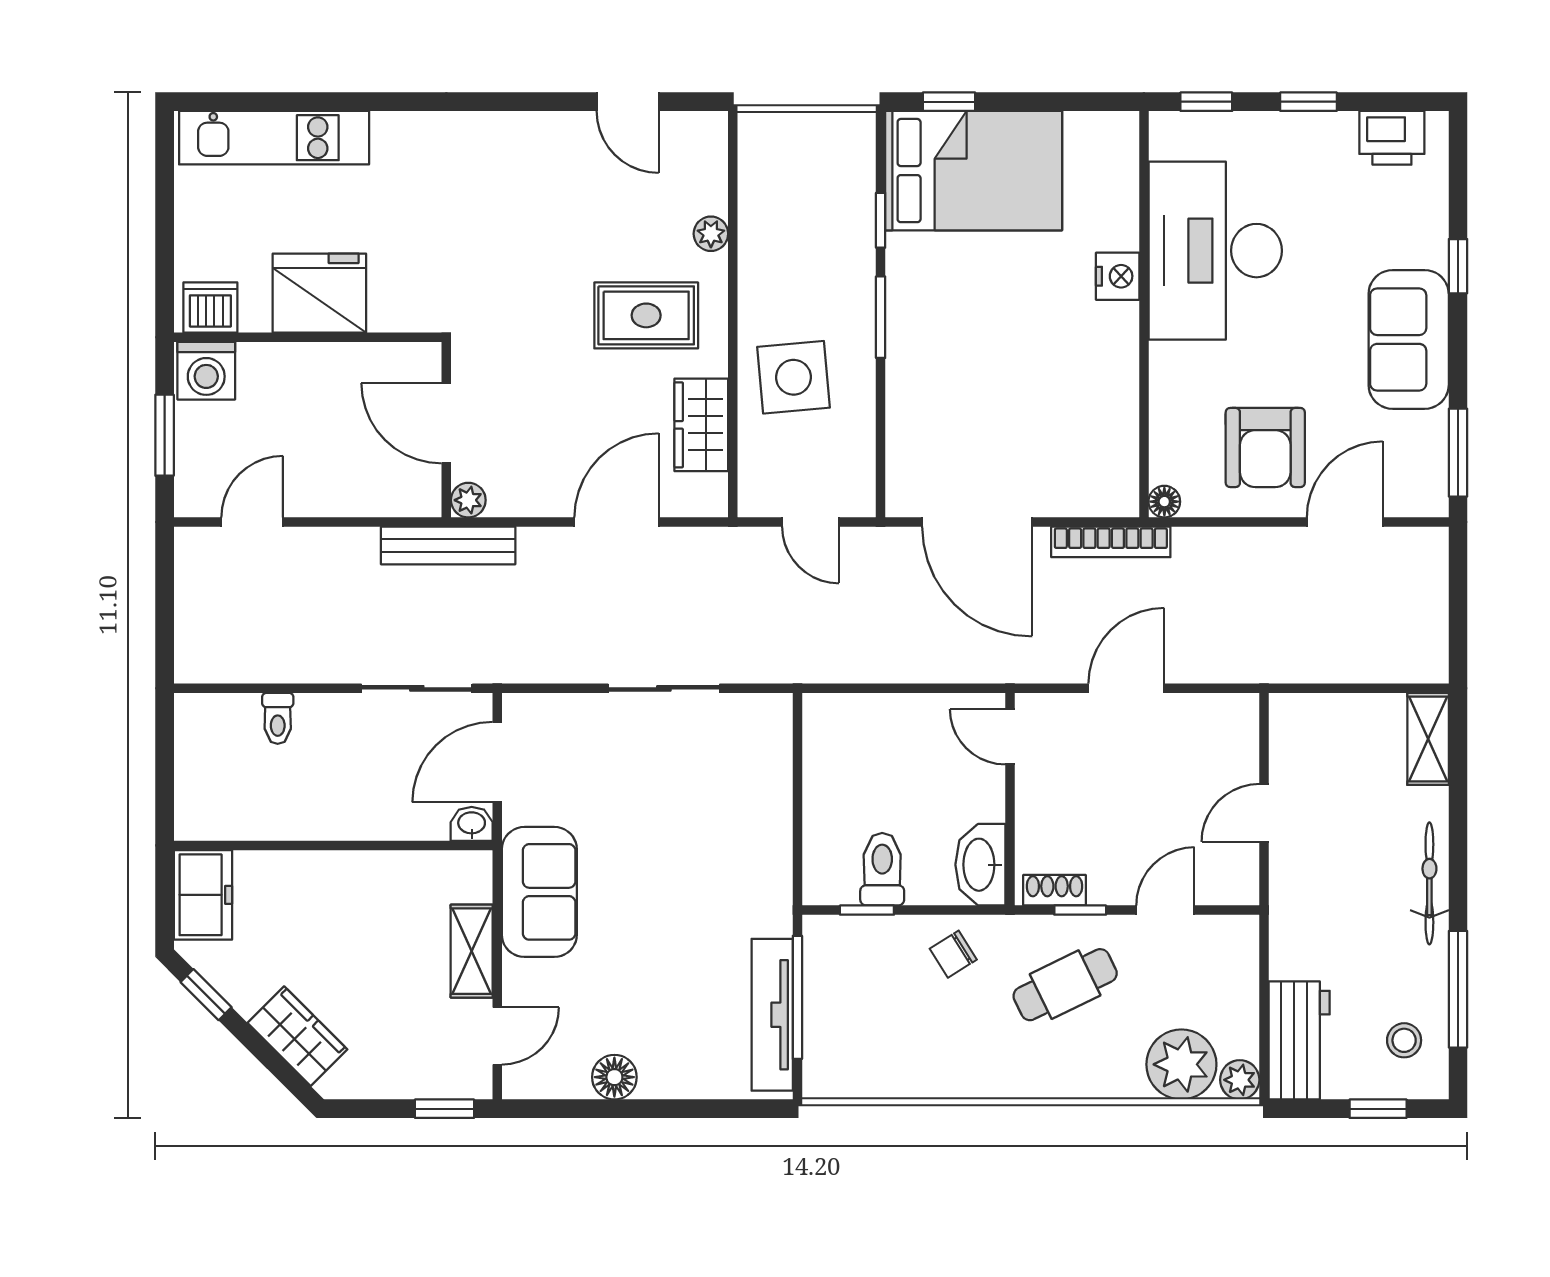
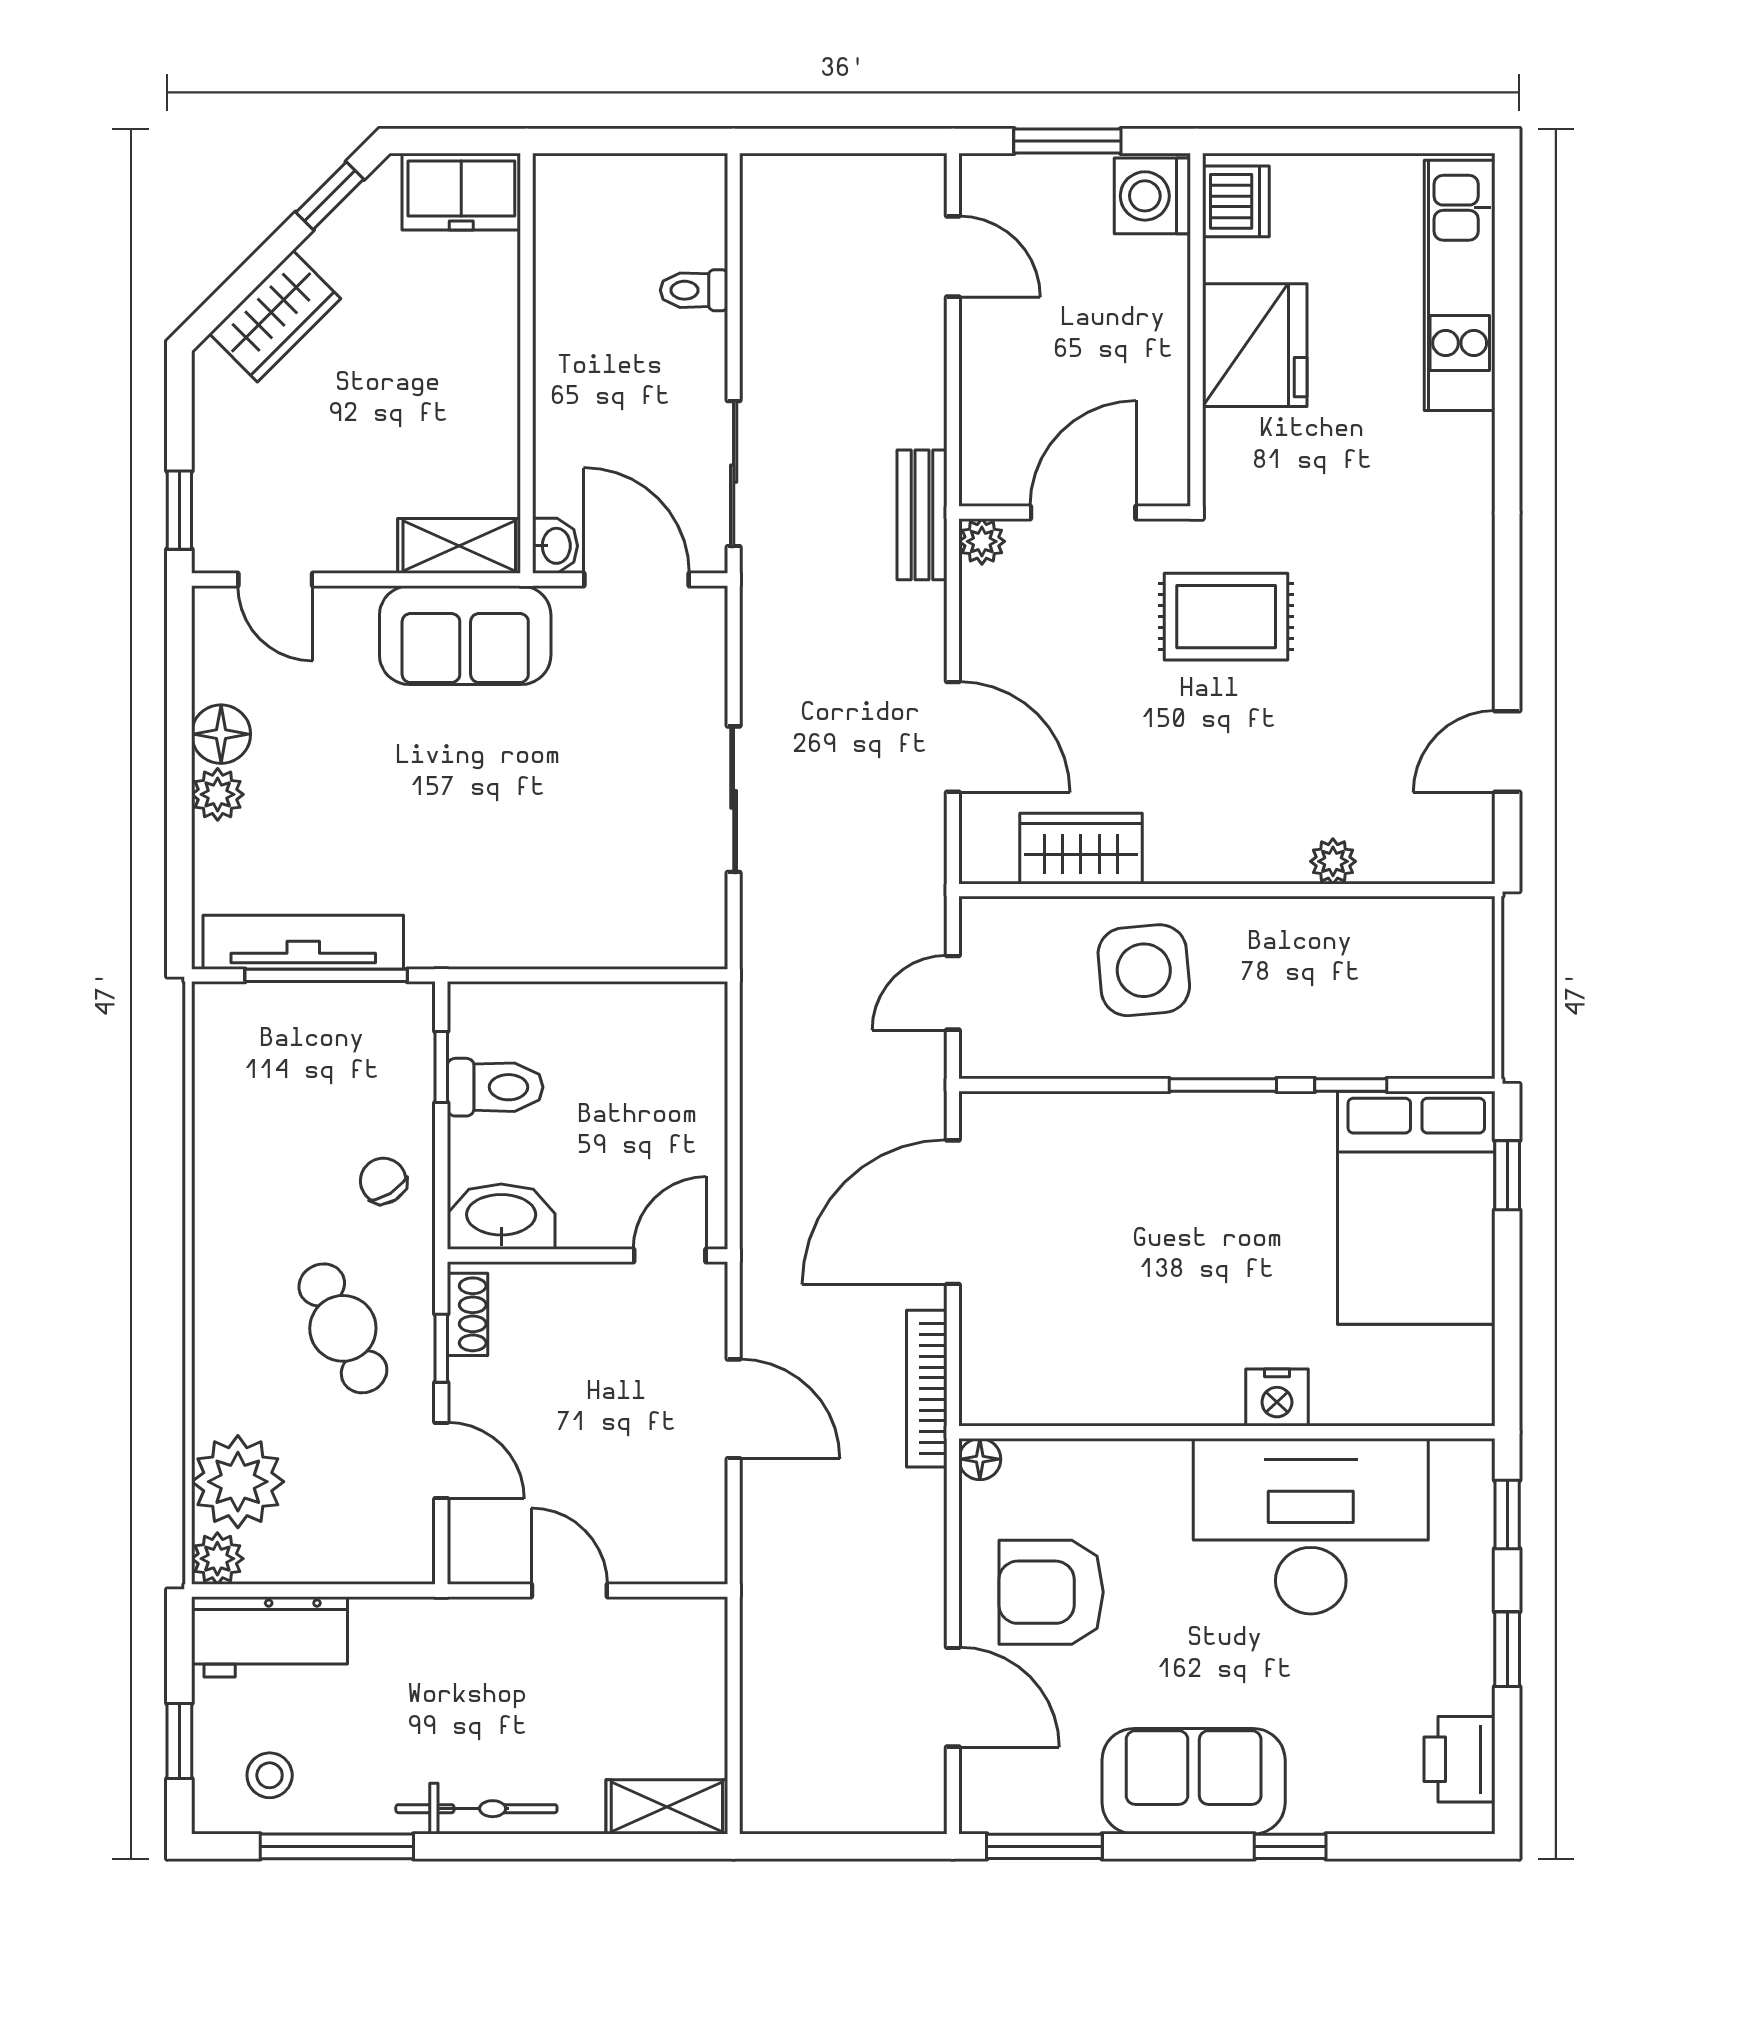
rug: (646, 315) -> (1226, 617), moved, turned 90
bench: (448, 545) -> (922, 515), width x0.73
shelving: (472, 951) -> (459, 546), moved
plant: (660, 1080) -> (218, 794), added

